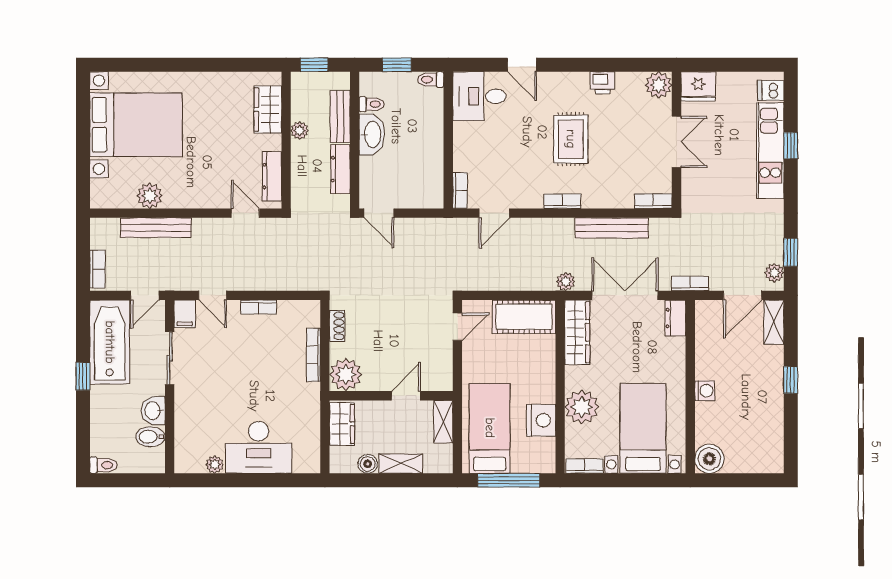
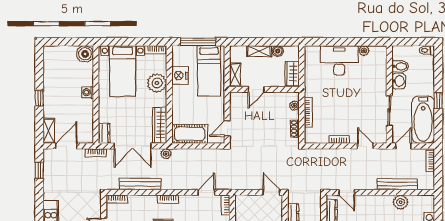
plant: (774, 273) -> (48, 159), removed
filing cabinet: (185, 314) -> (381, 136), removed
plant: (346, 374) -> (294, 106), width x0.53, depth x0.53

